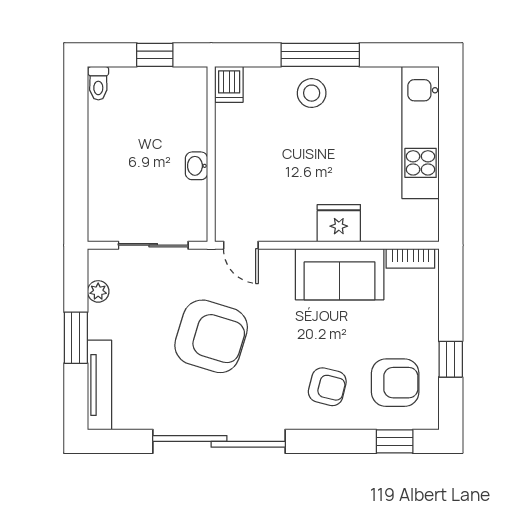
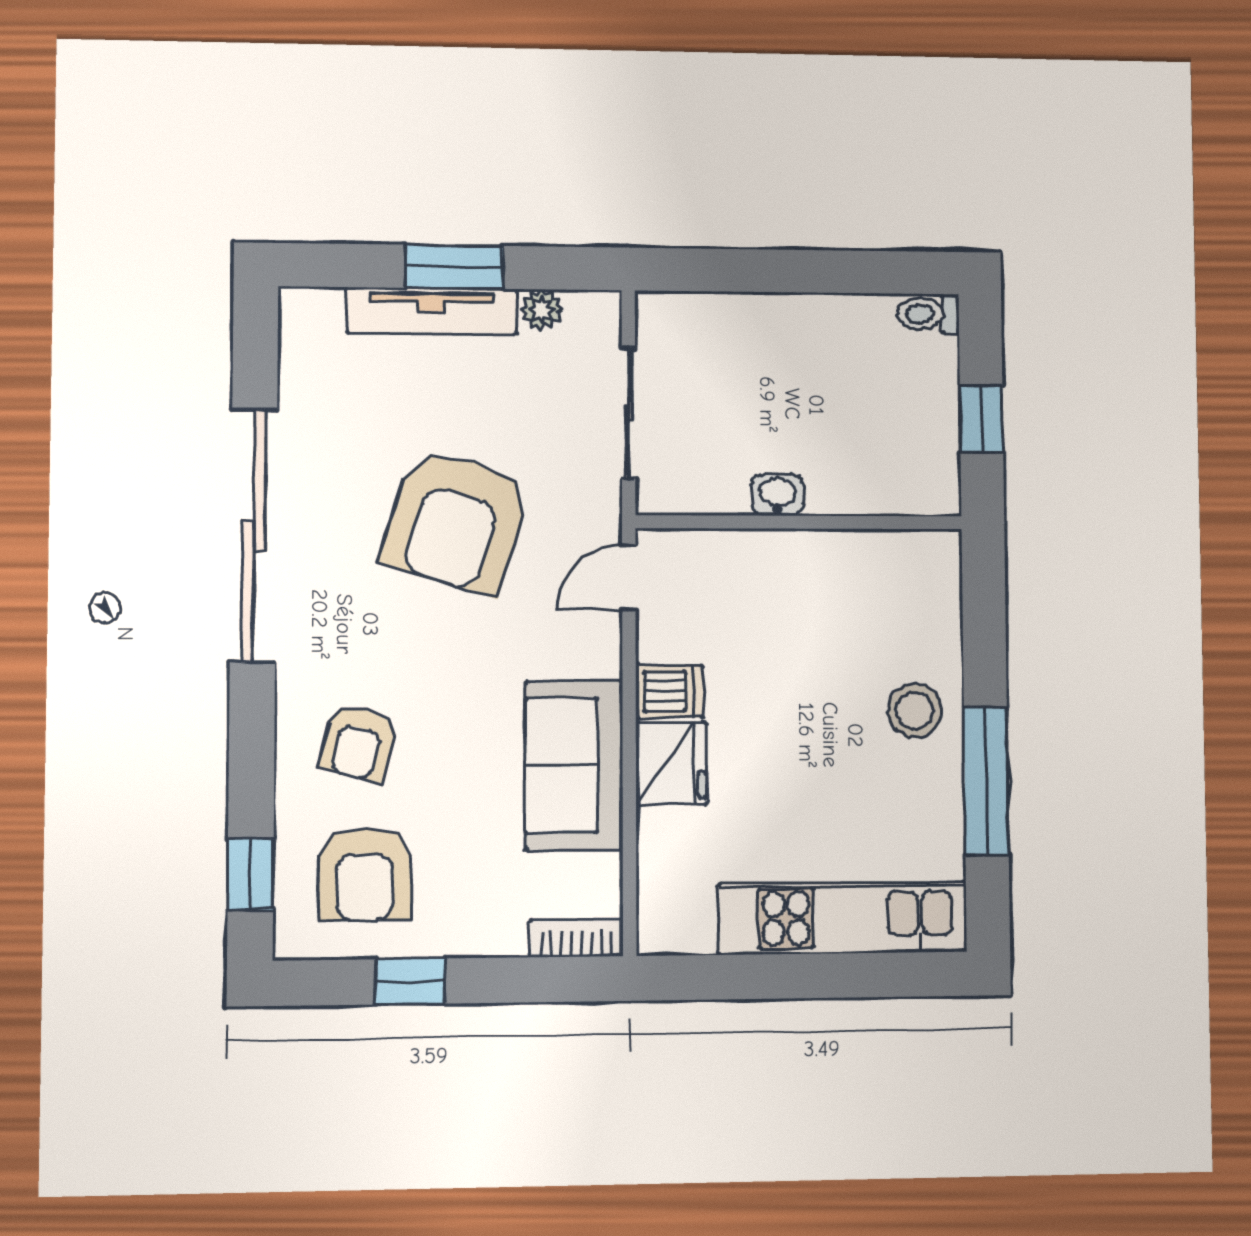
window: (320, 55) -> (986, 781), moved
dishwasher: (229, 84) -> (670, 691), moved, turned 180
bookcase: (410, 258) -> (576, 938), moved, turned 90
tv unit: (100, 385) -> (432, 311), moved

